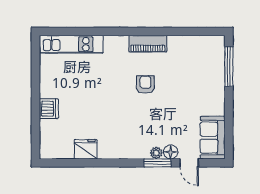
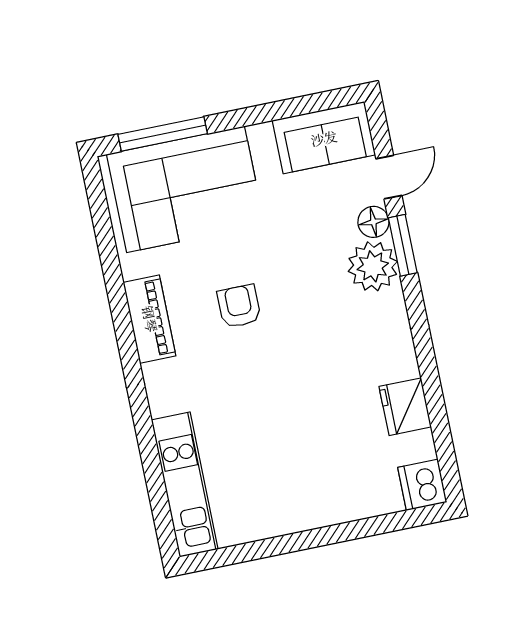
corner sofa: (202, 72) -> (186, 189), added
armchair: (145, 85) -> (239, 306), turned 90
dishwasher: (49, 109) -> (422, 485), moved, turned -90
plant: (156, 153) -> (373, 266), width x1.88, depth x1.88

